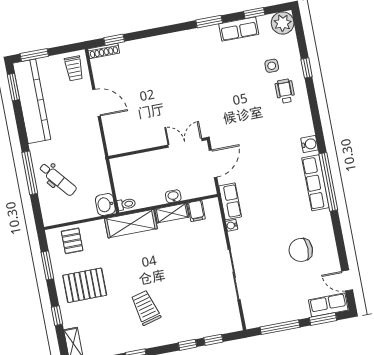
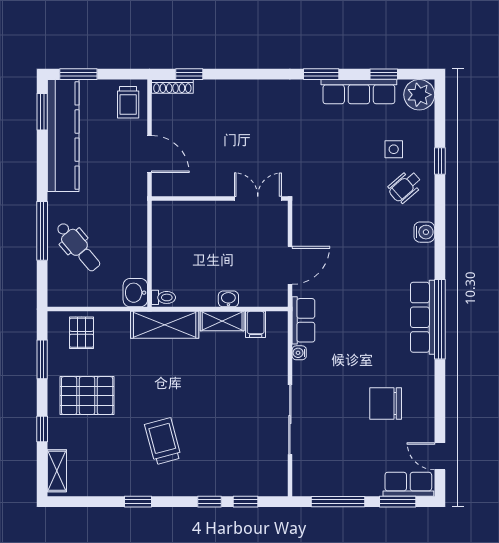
row of seats: (239, 29) -> (359, 92), width x1.48
wheelchair: (285, 91) -> (405, 187), turned -131
double door: (185, 143) -> (258, 199), moved
water cooler: (309, 144) -> (424, 232), moved
wall: (158, 148) -> (220, 199), moved

